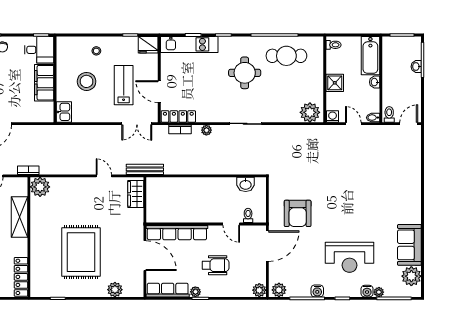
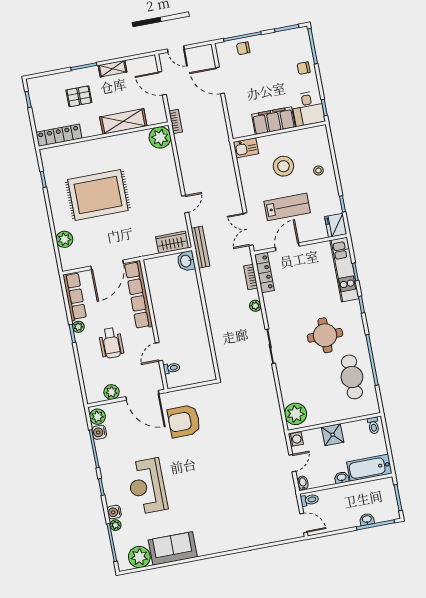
washbasin: (246, 184) -> (186, 261), moved
plant: (259, 290) -> (112, 392), moved
water cooler: (317, 291) -> (99, 432), moved

